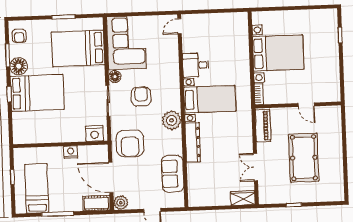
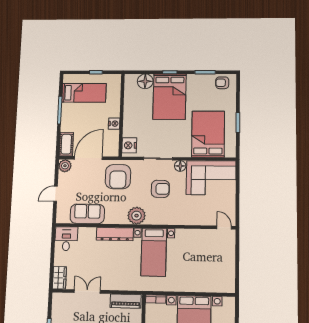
desk: (196, 65) -> (66, 239), moved
floor lamp: (19, 66) -> (145, 81), moved
armchair: (130, 143) -> (118, 177), turned -90

